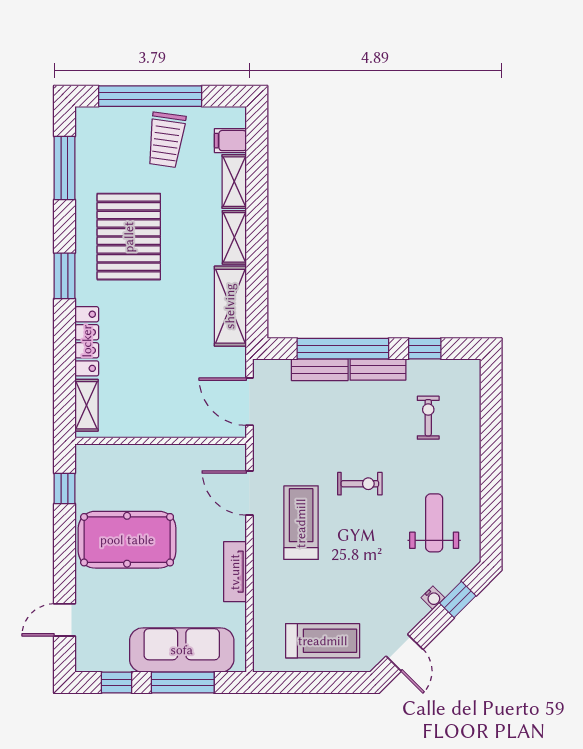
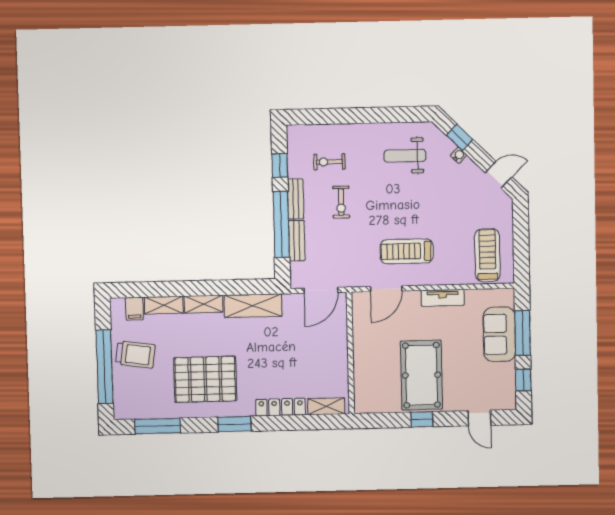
exercise bike: (360, 484) -> (341, 202), moved, turned 180
window: (65, 489) -> (422, 419), moved
treadmill: (323, 641) -> (487, 255), moved
sofa: (182, 650) -> (499, 334), width x0.73

